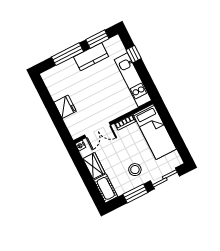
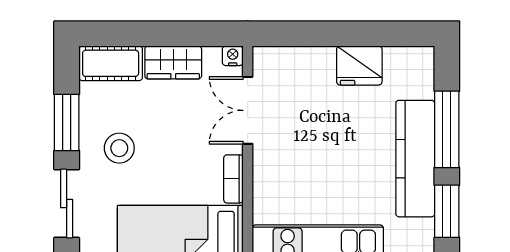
kitchen counter: (91, 57) -> (415, 159), width x1.50
fridge: (65, 107) -> (359, 65), moved

